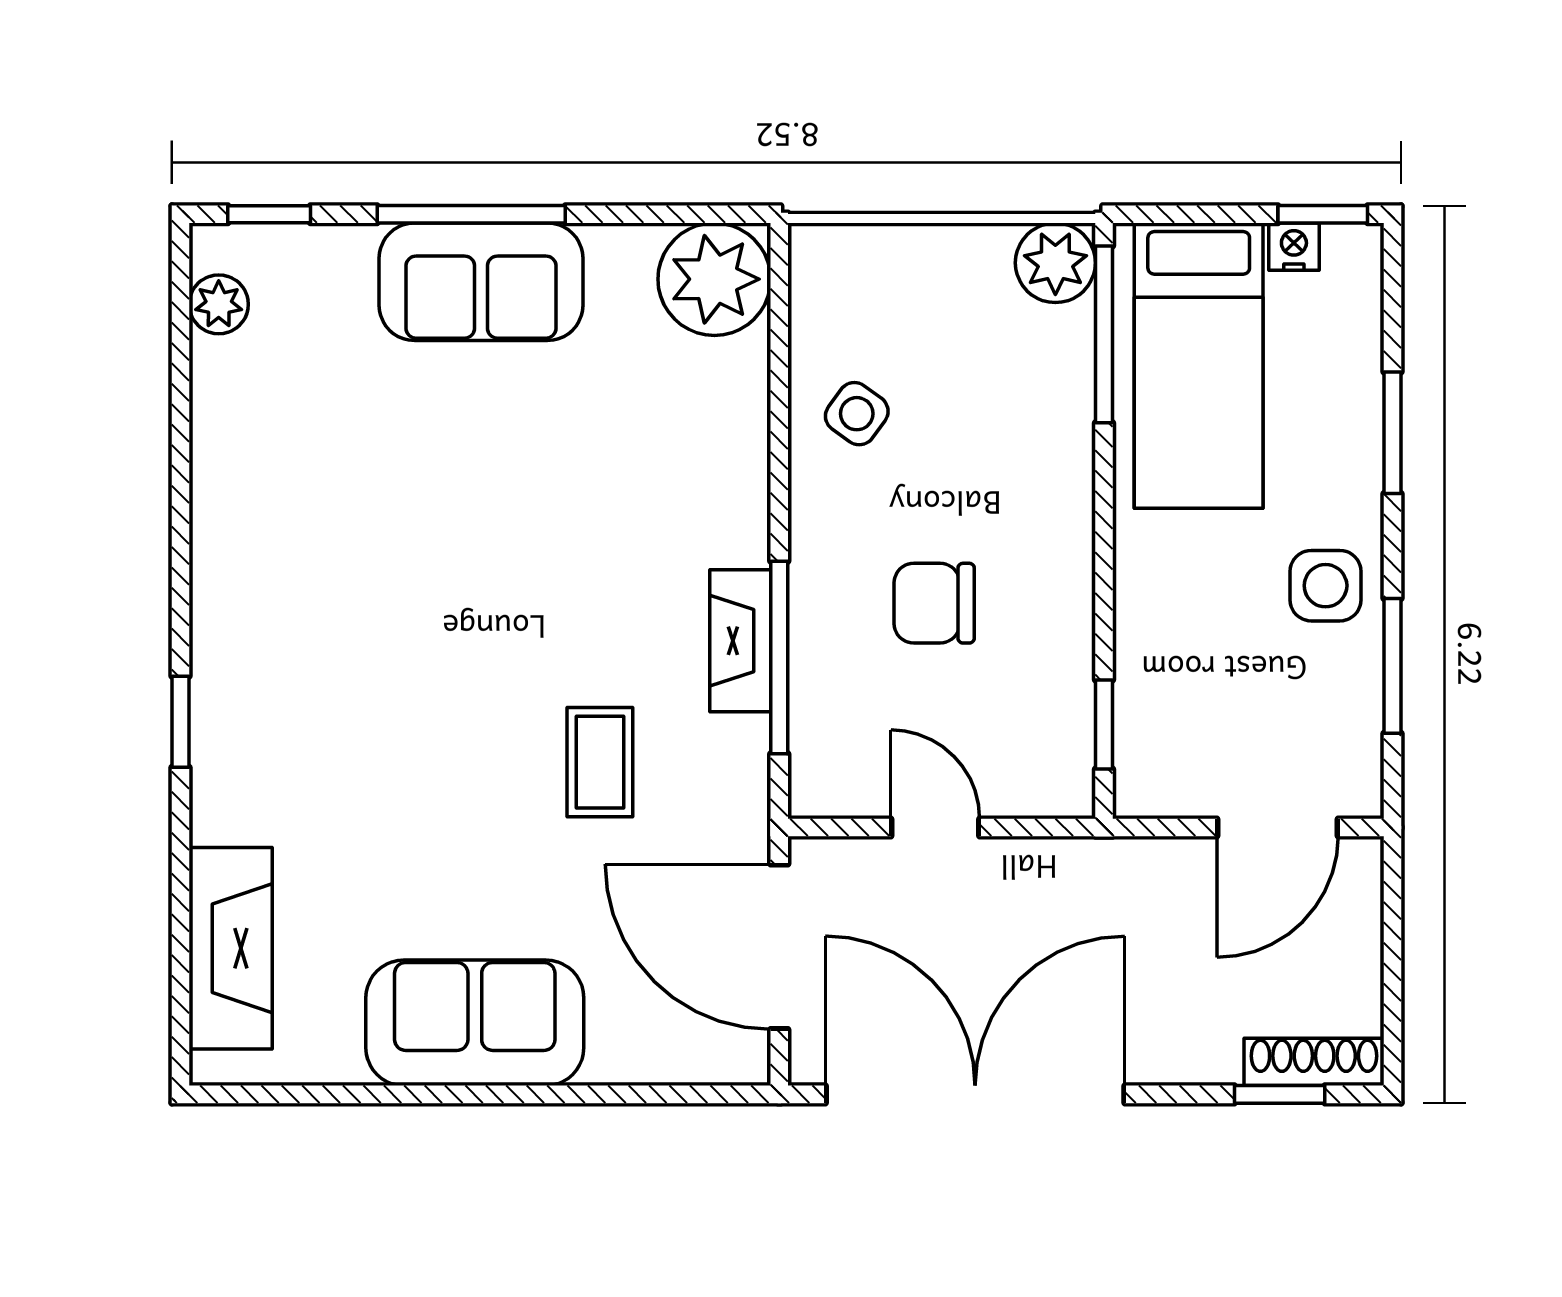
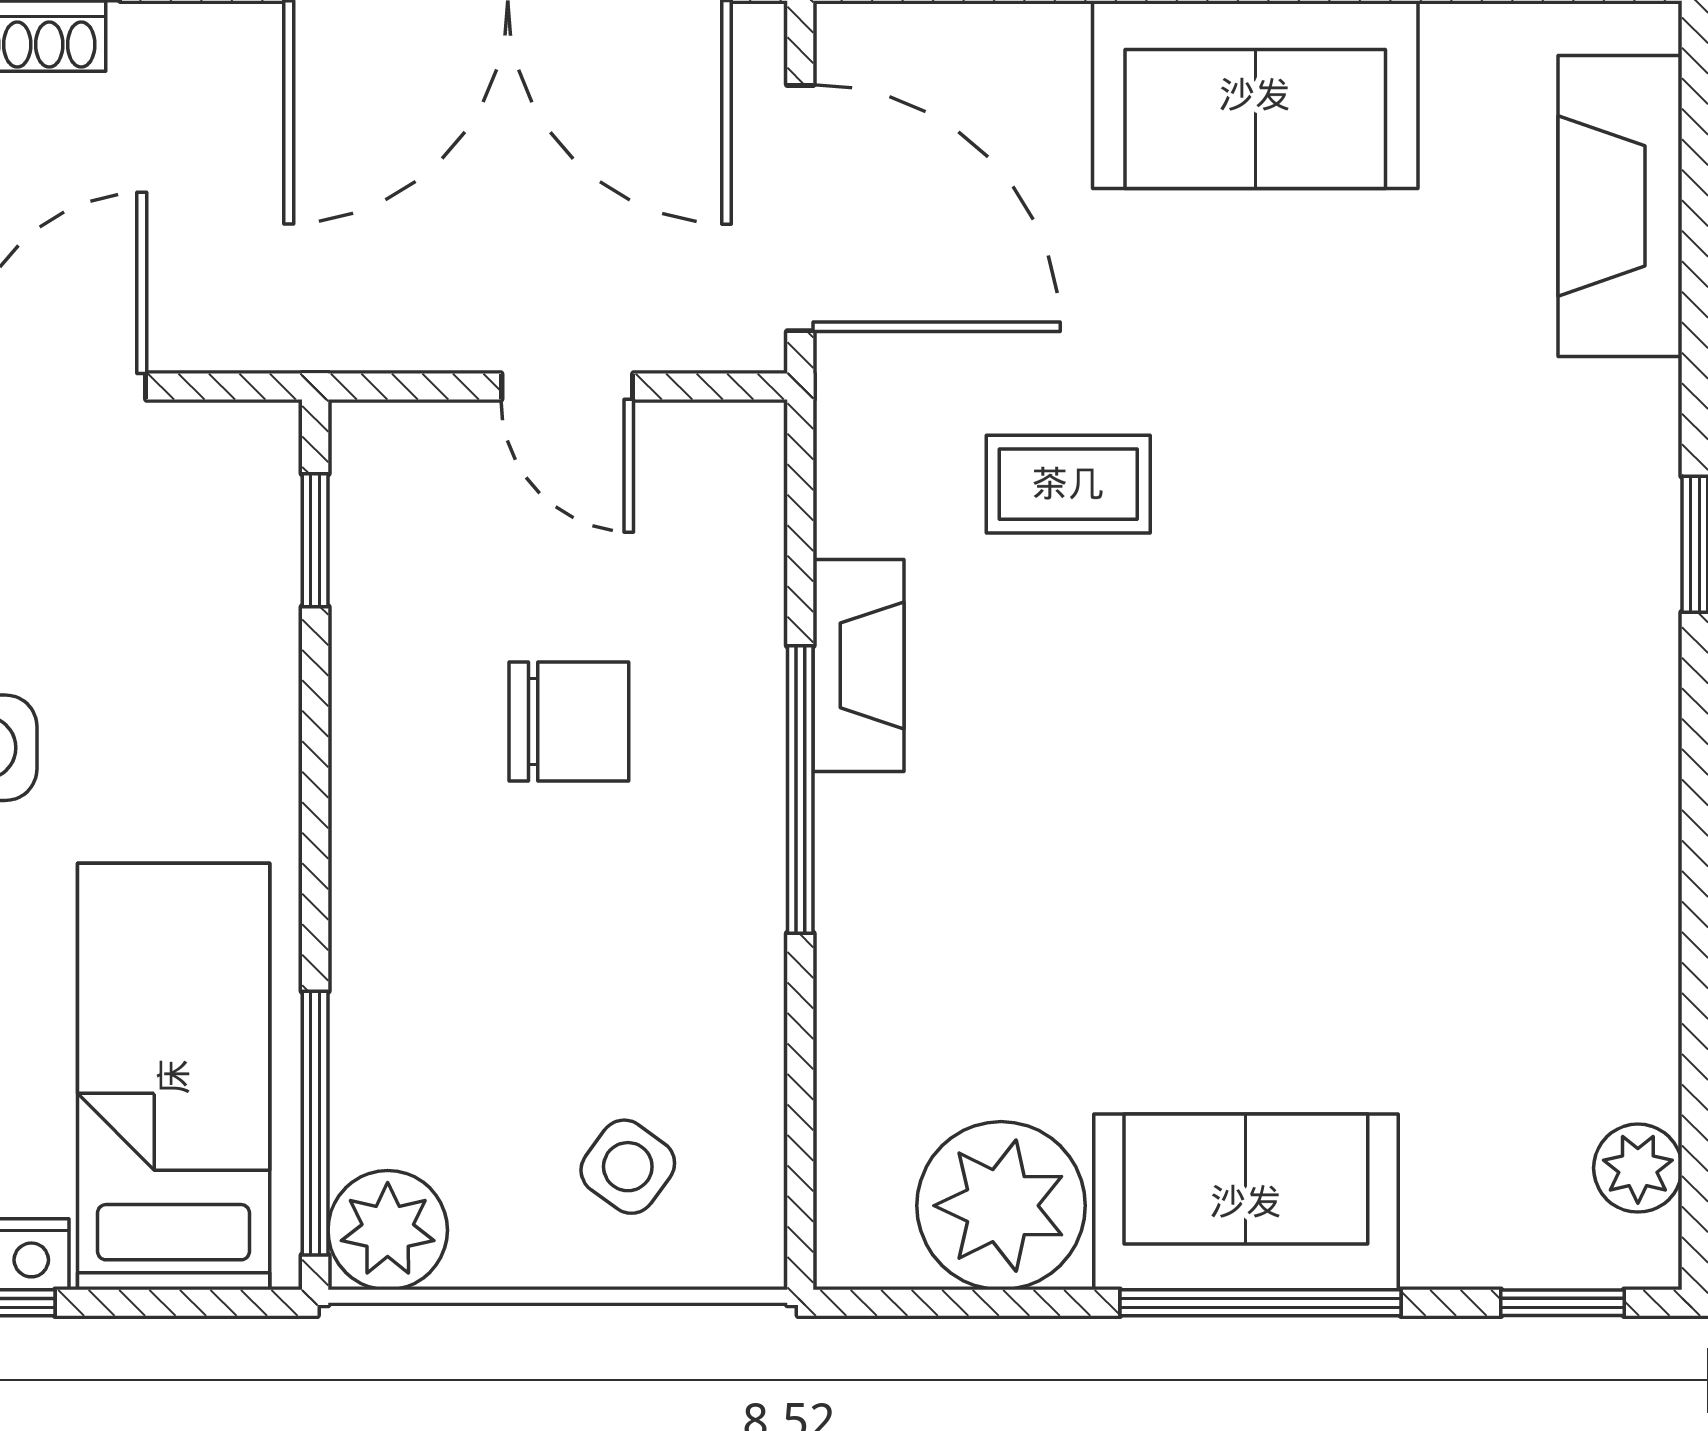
plant: (714, 279) -> (1001, 1206), moved
side table: (857, 414) -> (628, 1167), moved
window: (779, 657) -> (800, 790), moved
coffee table: (600, 762) -> (1068, 484), turned 90

